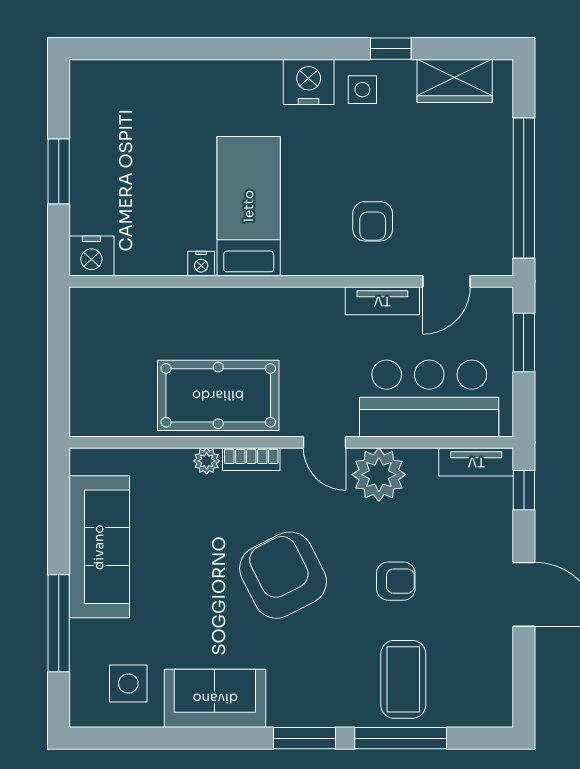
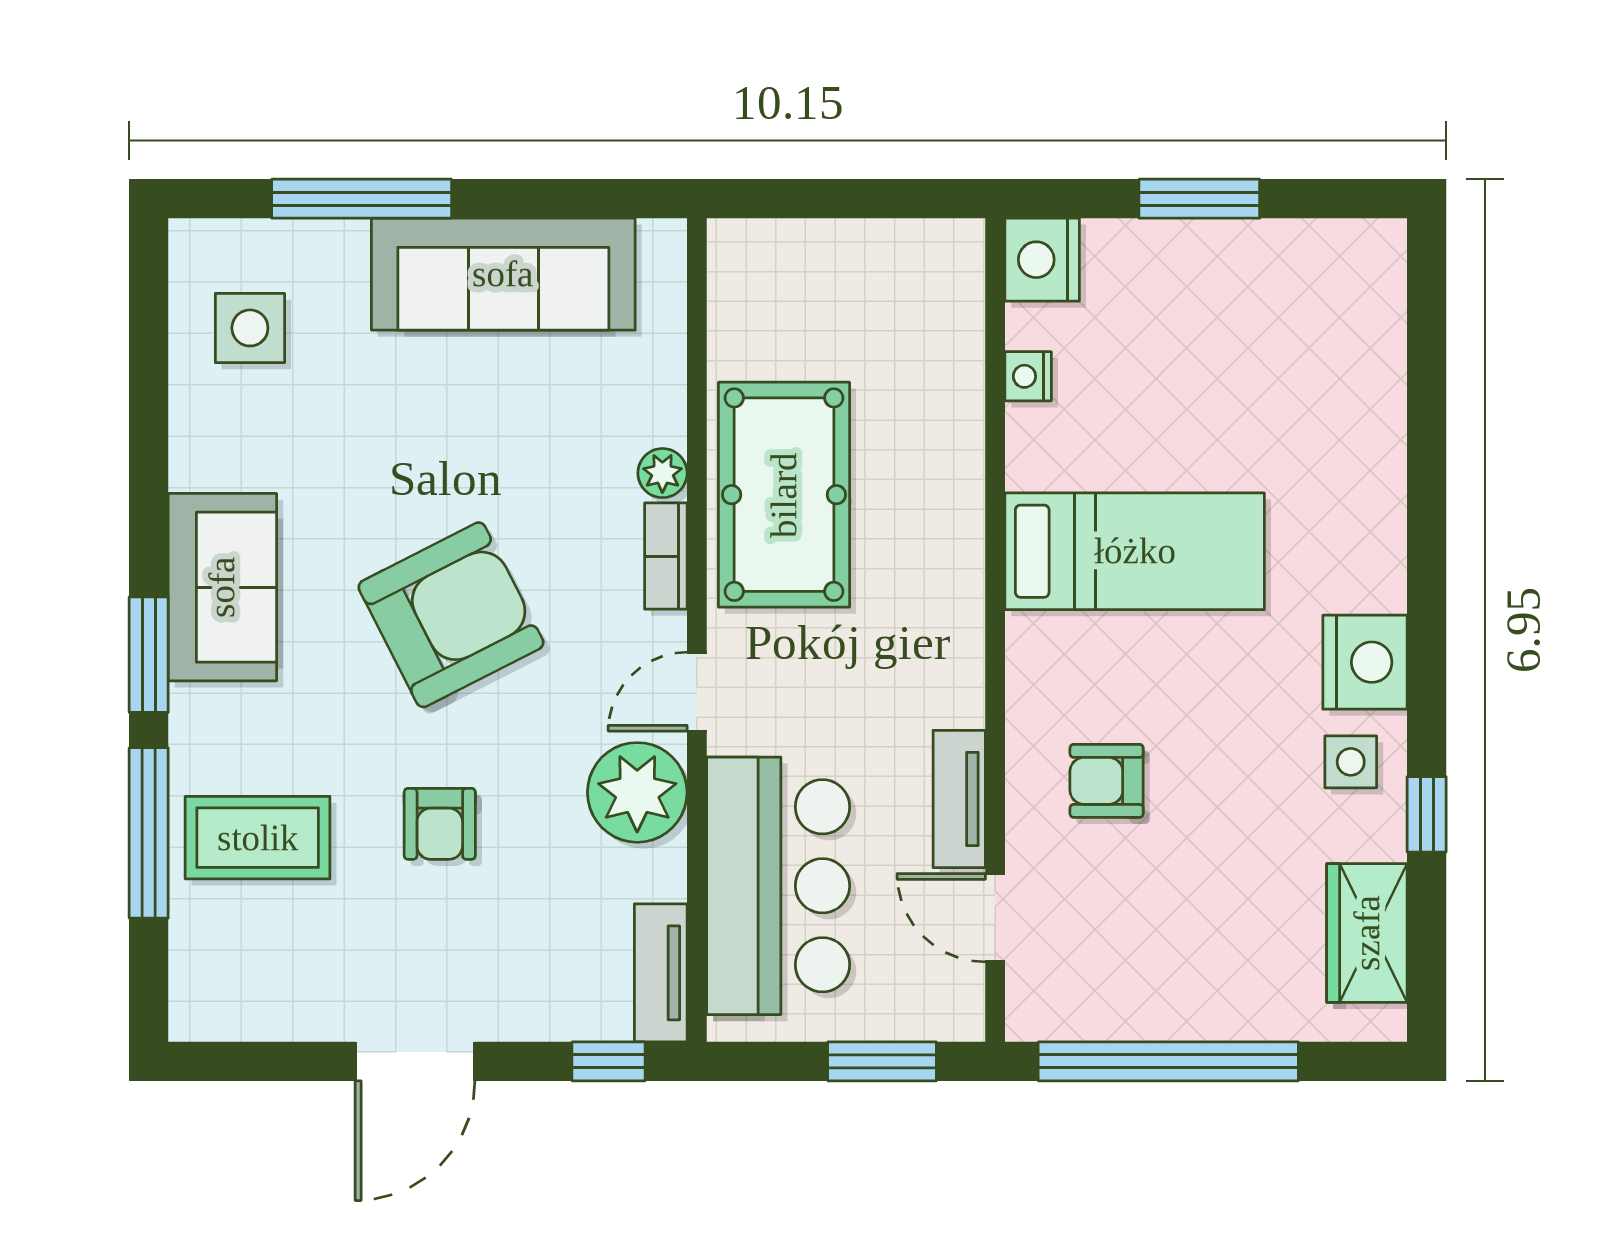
nightstand: (201, 264) -> (1028, 376), moved
sofa: (215, 698) -> (222, 587), moved

